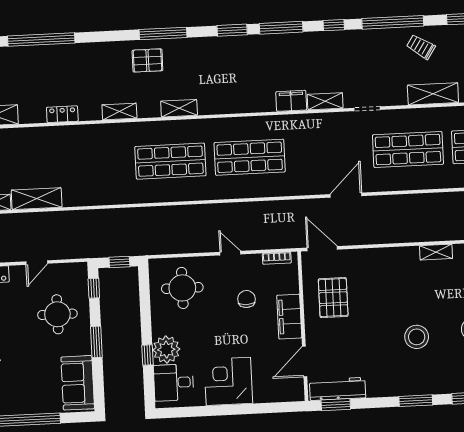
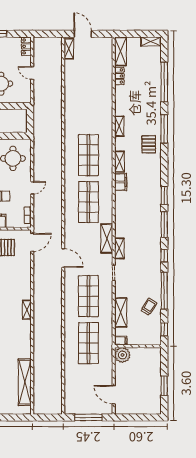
window: (163, 34) -> (164, 129), moved
filing cabinet: (291, 101) -> (121, 182), moved
locker: (62, 114) -> (119, 76), moved
shelving: (37, 199) -> (107, 238), moved
window: (119, 262) -> (30, 122), removed
window: (94, 288) -> (15, 106), removed

